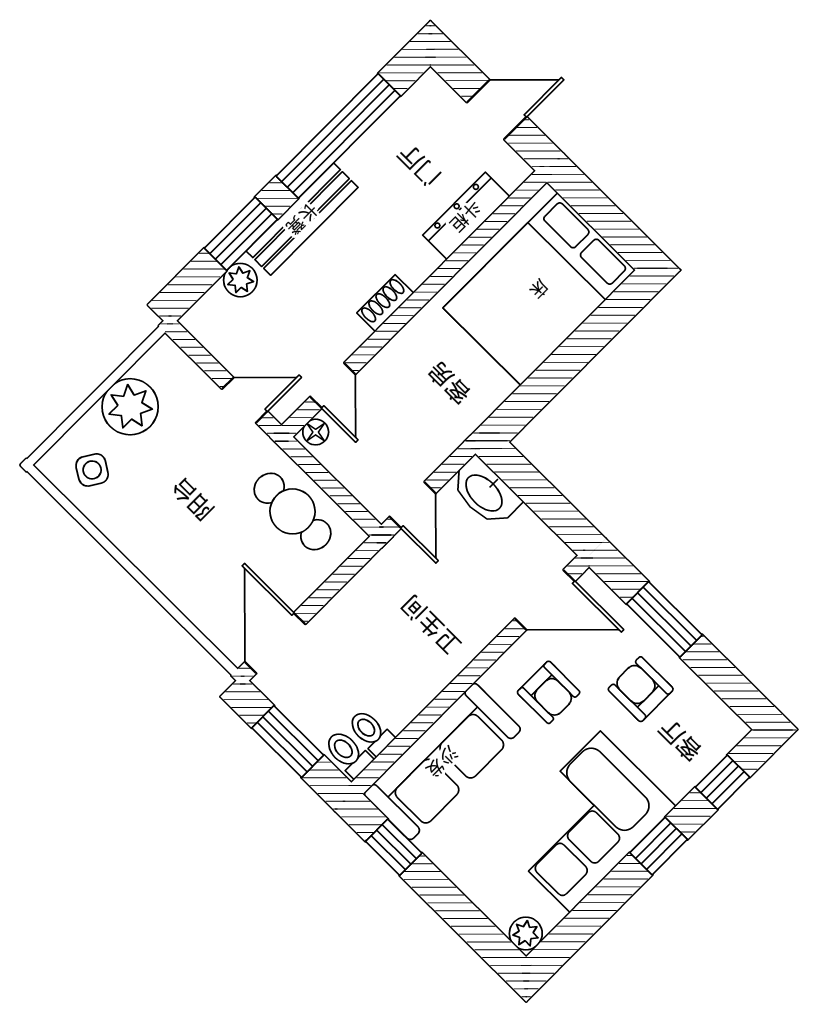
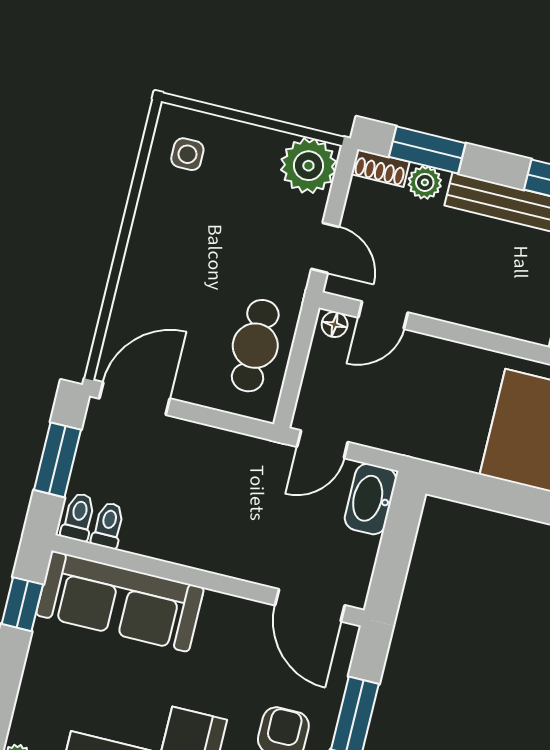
window: (241, 234) -> (427, 150), moved
shoe rack: (385, 303) -> (380, 168), moved, turned 180
plant: (130, 407) -> (308, 166), moved
side table: (92, 470) -> (187, 154), turned -32
armchair: (549, 692) -> (233, 656), removed

